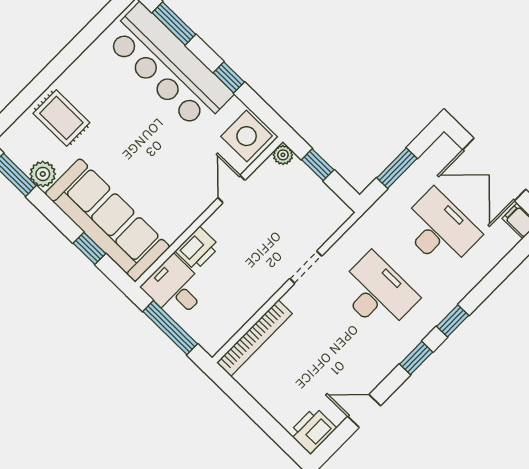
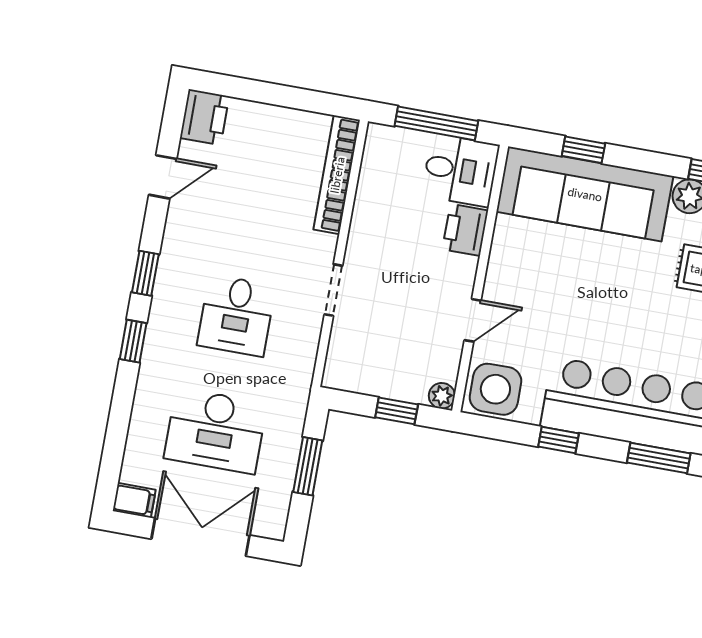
door: (231, 189) -> (473, 320), hinge flipped
desk: (377, 293) -> (236, 315), width x0.73

